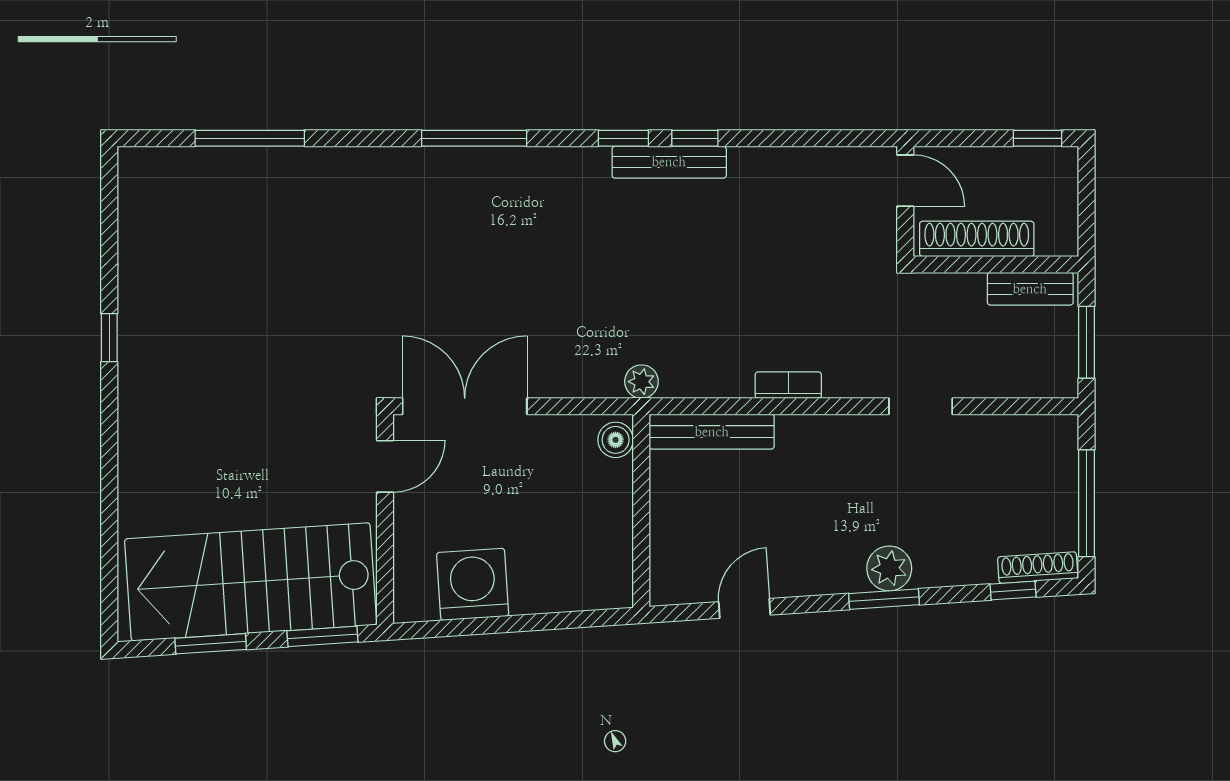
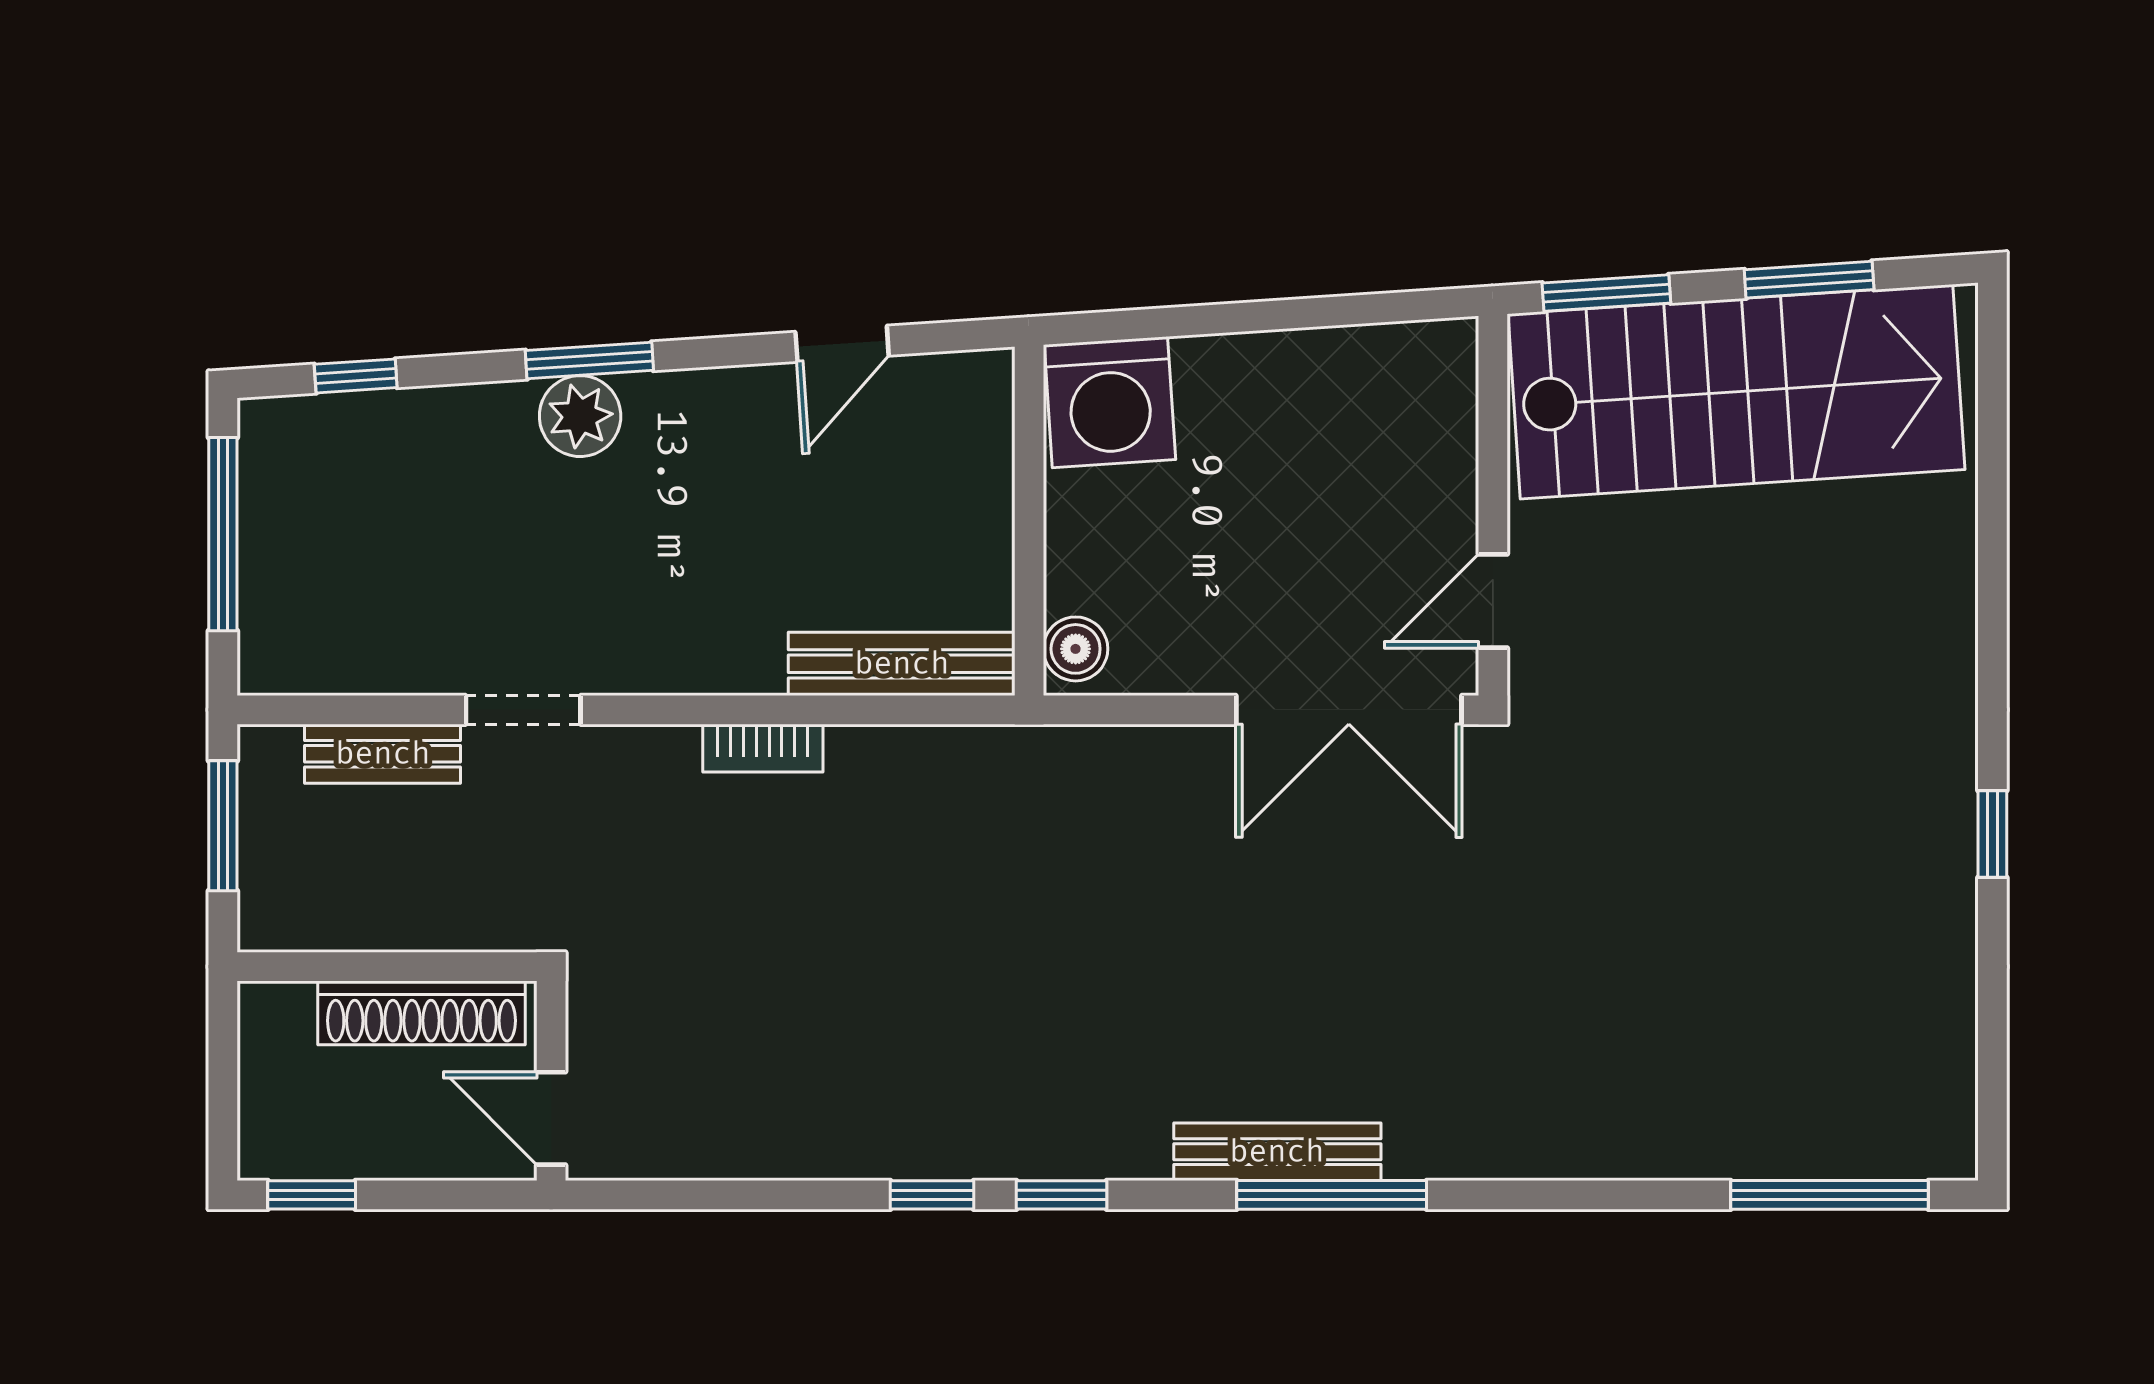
window: (250, 138) -> (1829, 1195), moved
bench: (669, 162) -> (1277, 1152), moved
bench: (1030, 289) -> (383, 754), moved
plant: (641, 382) -> (1029, 754), removed
shoe rack: (1038, 568) -> (311, 418), removed
washing machine: (473, 584) -> (1110, 402), moved

